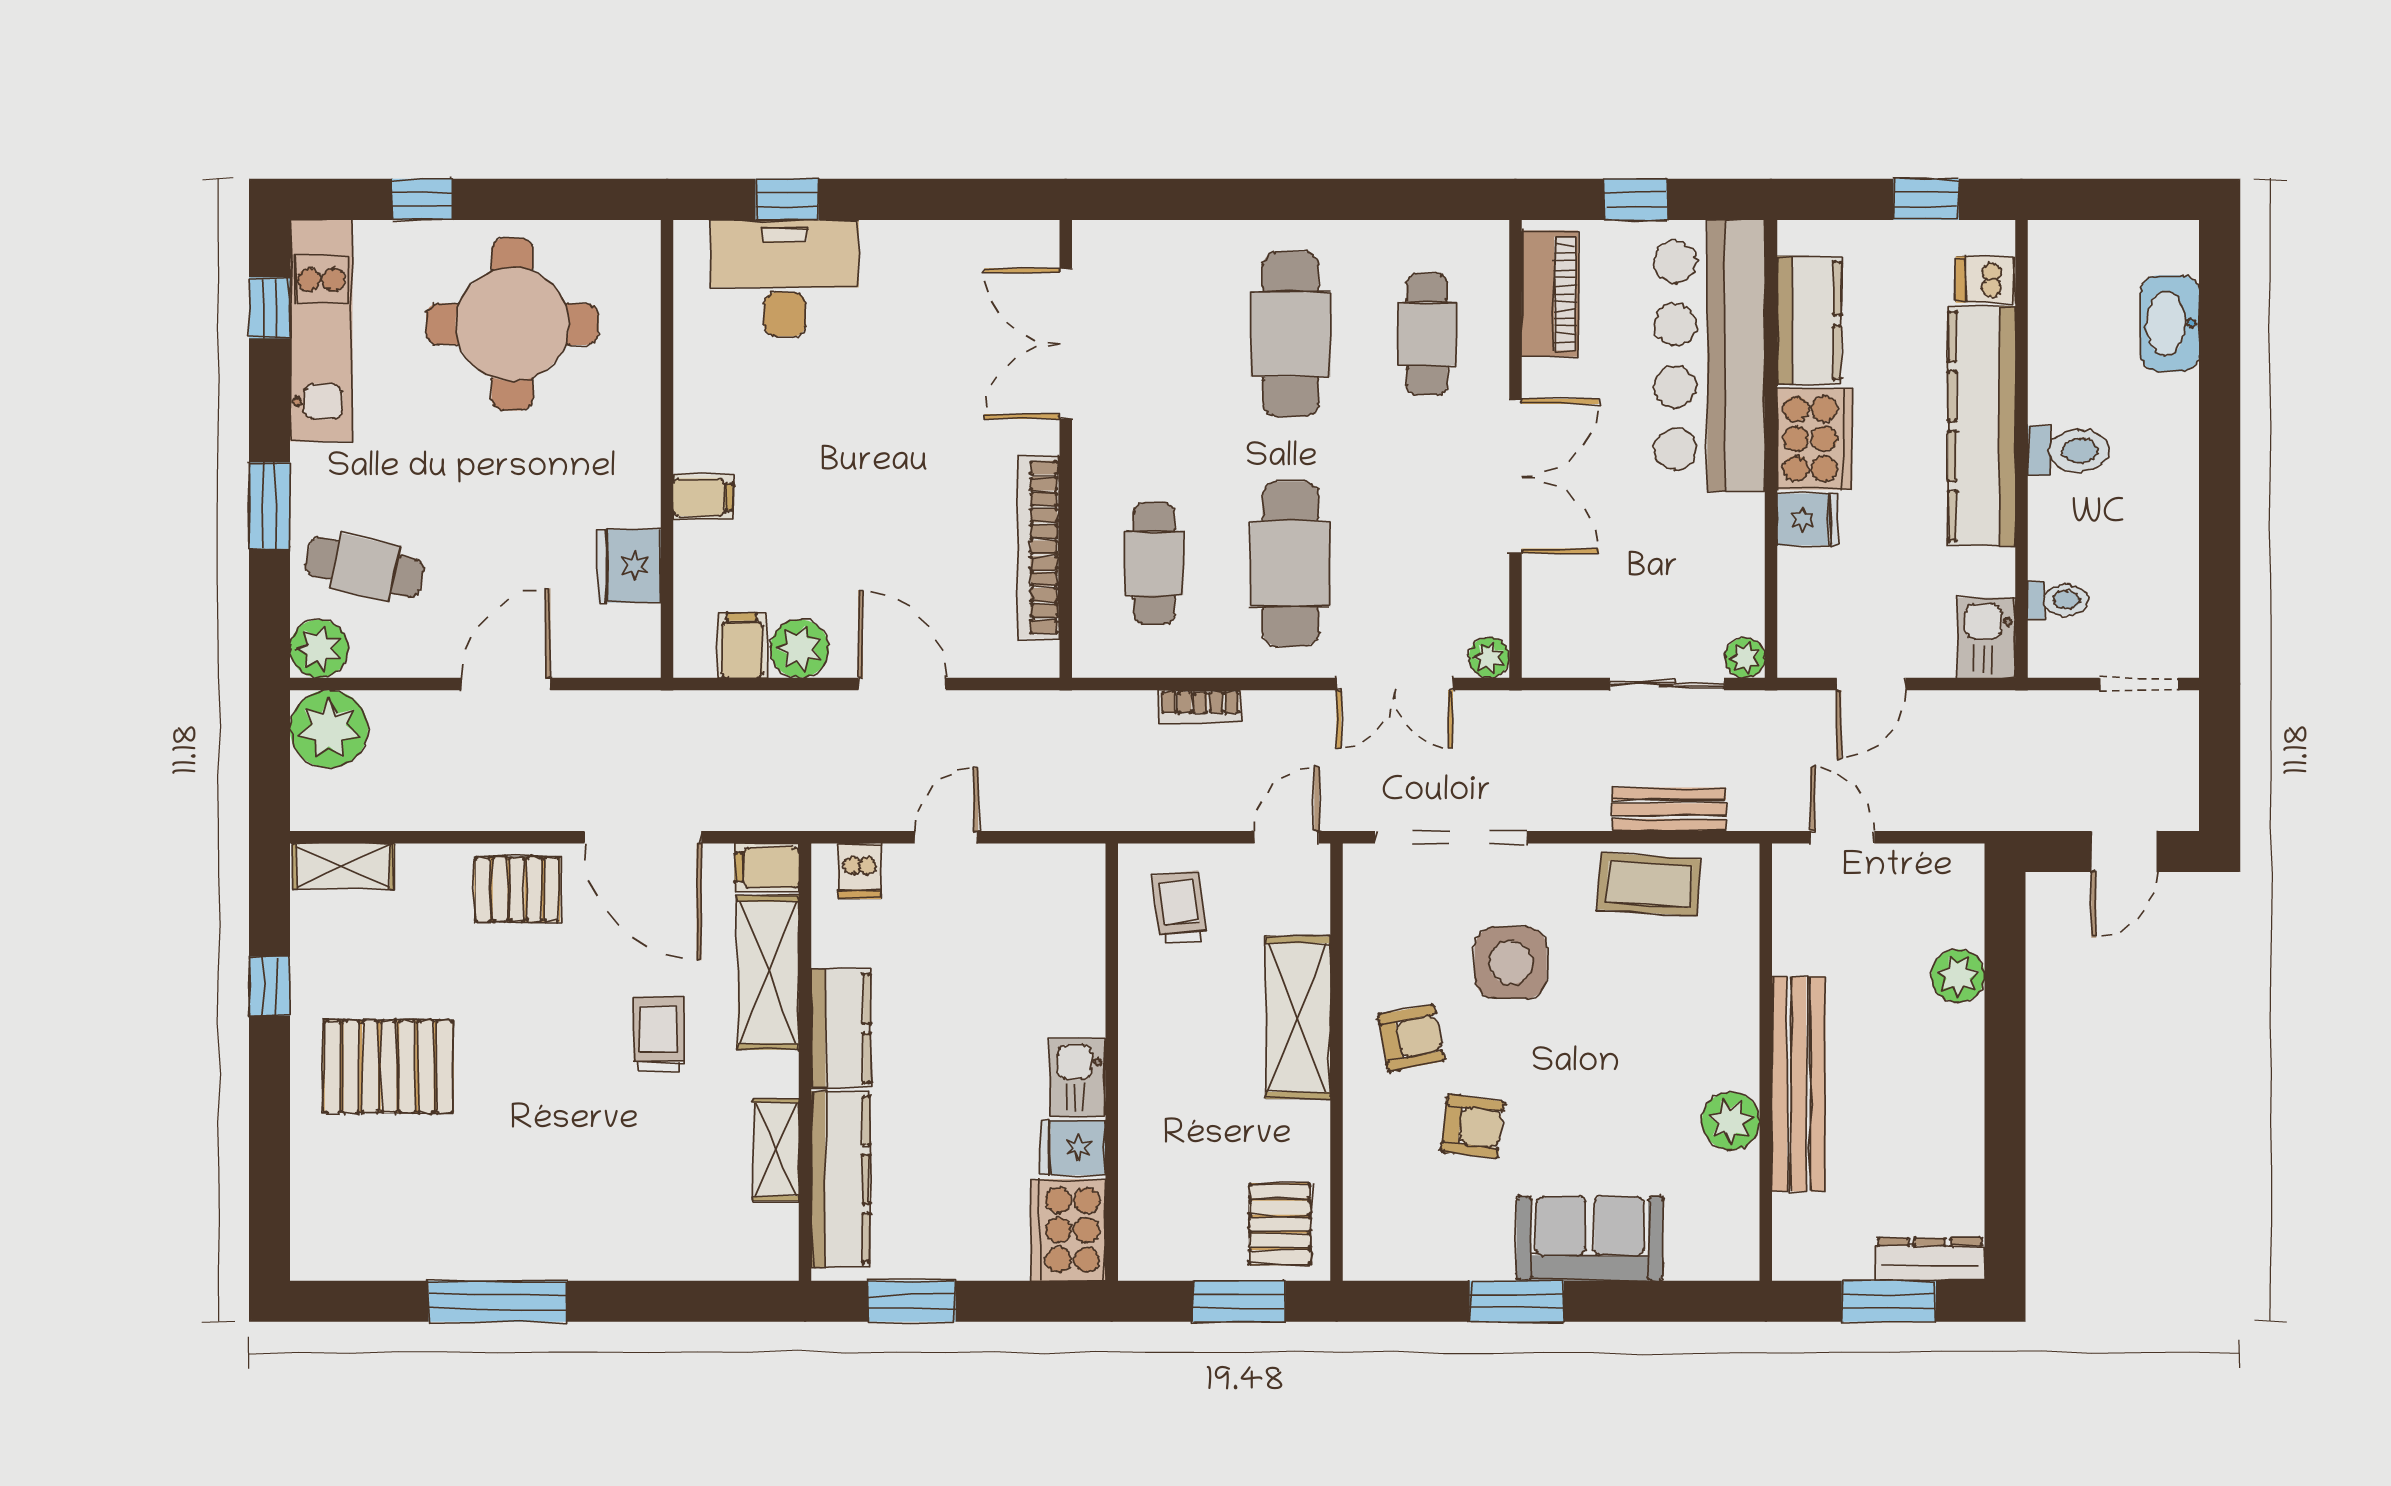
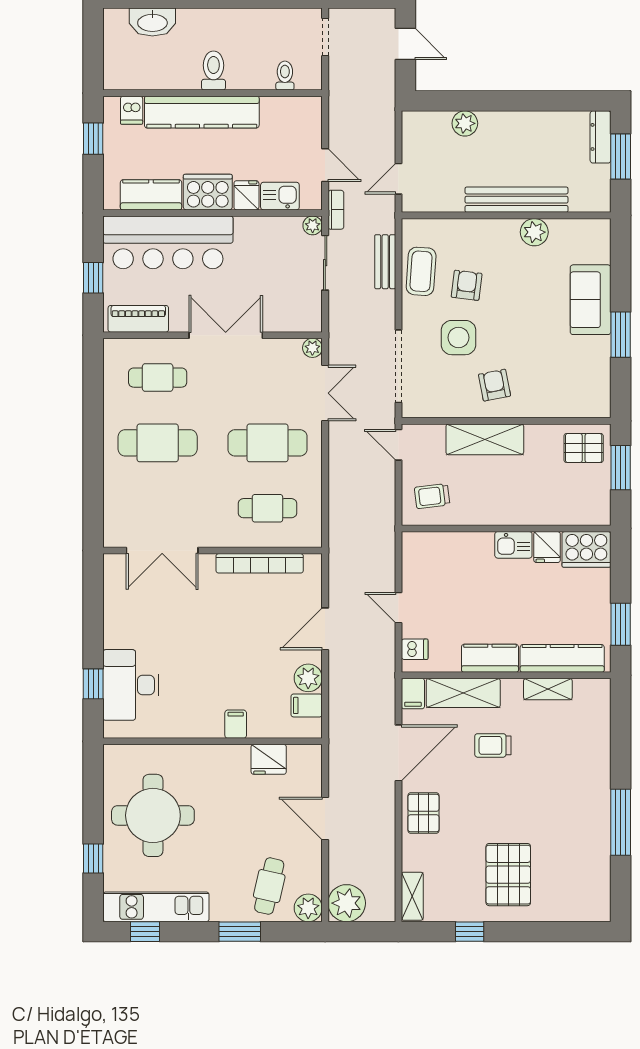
kitchen sink: (1986, 638) -> (280, 196), moved, turned 180
bookcase: (1200, 706) -> (336, 210), moved
armchair: (1473, 1126) -> (467, 285), moved

